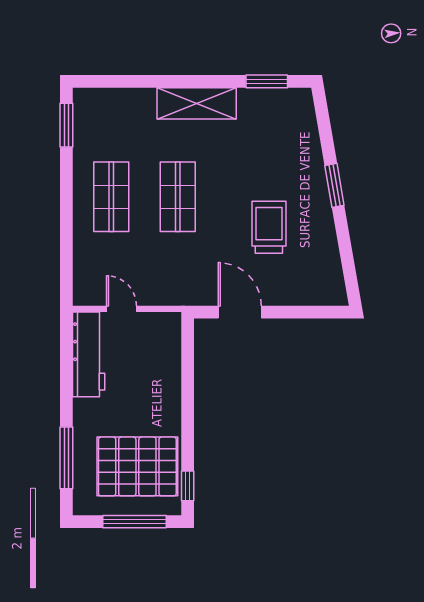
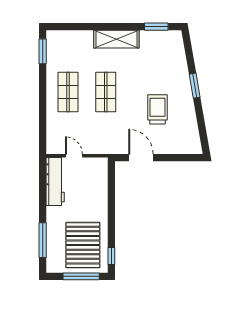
pallet: (137, 466) -> (83, 245), turned 90

